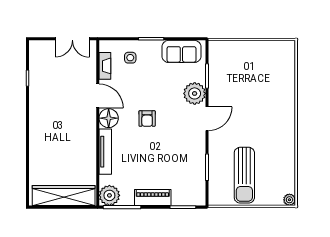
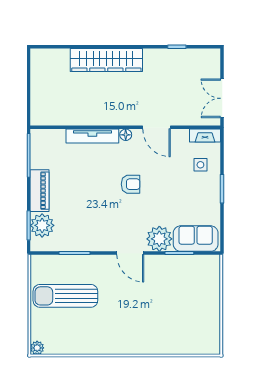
sofa: (181, 51) -> (196, 239), moved, turned 90
fireplace: (105, 66) -> (205, 136), moved
door: (98, 96) -> (156, 127), hinge flipped
floor lamp: (109, 118) -> (126, 135), width x0.53, depth x0.53
armchair: (147, 118) -> (131, 184), turned 180
plant: (109, 195) -> (42, 225), moved
wardrobe: (64, 196) -> (106, 60), moved, turned 90

